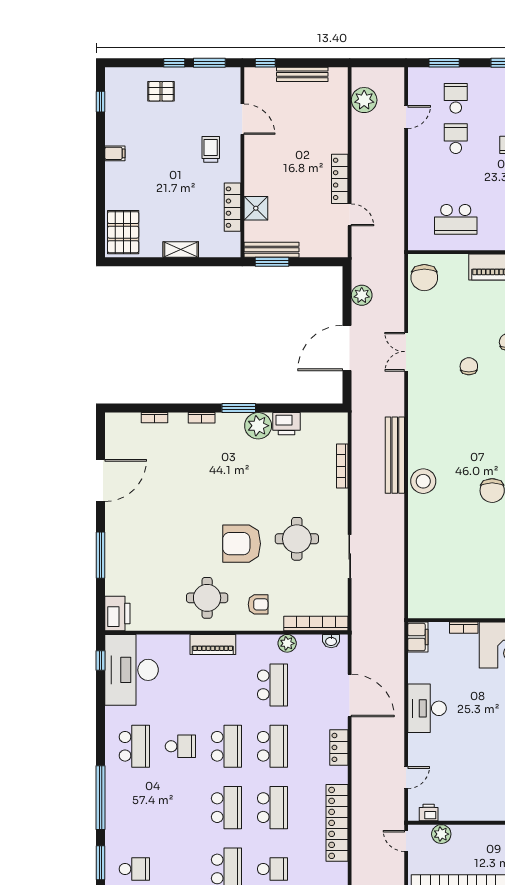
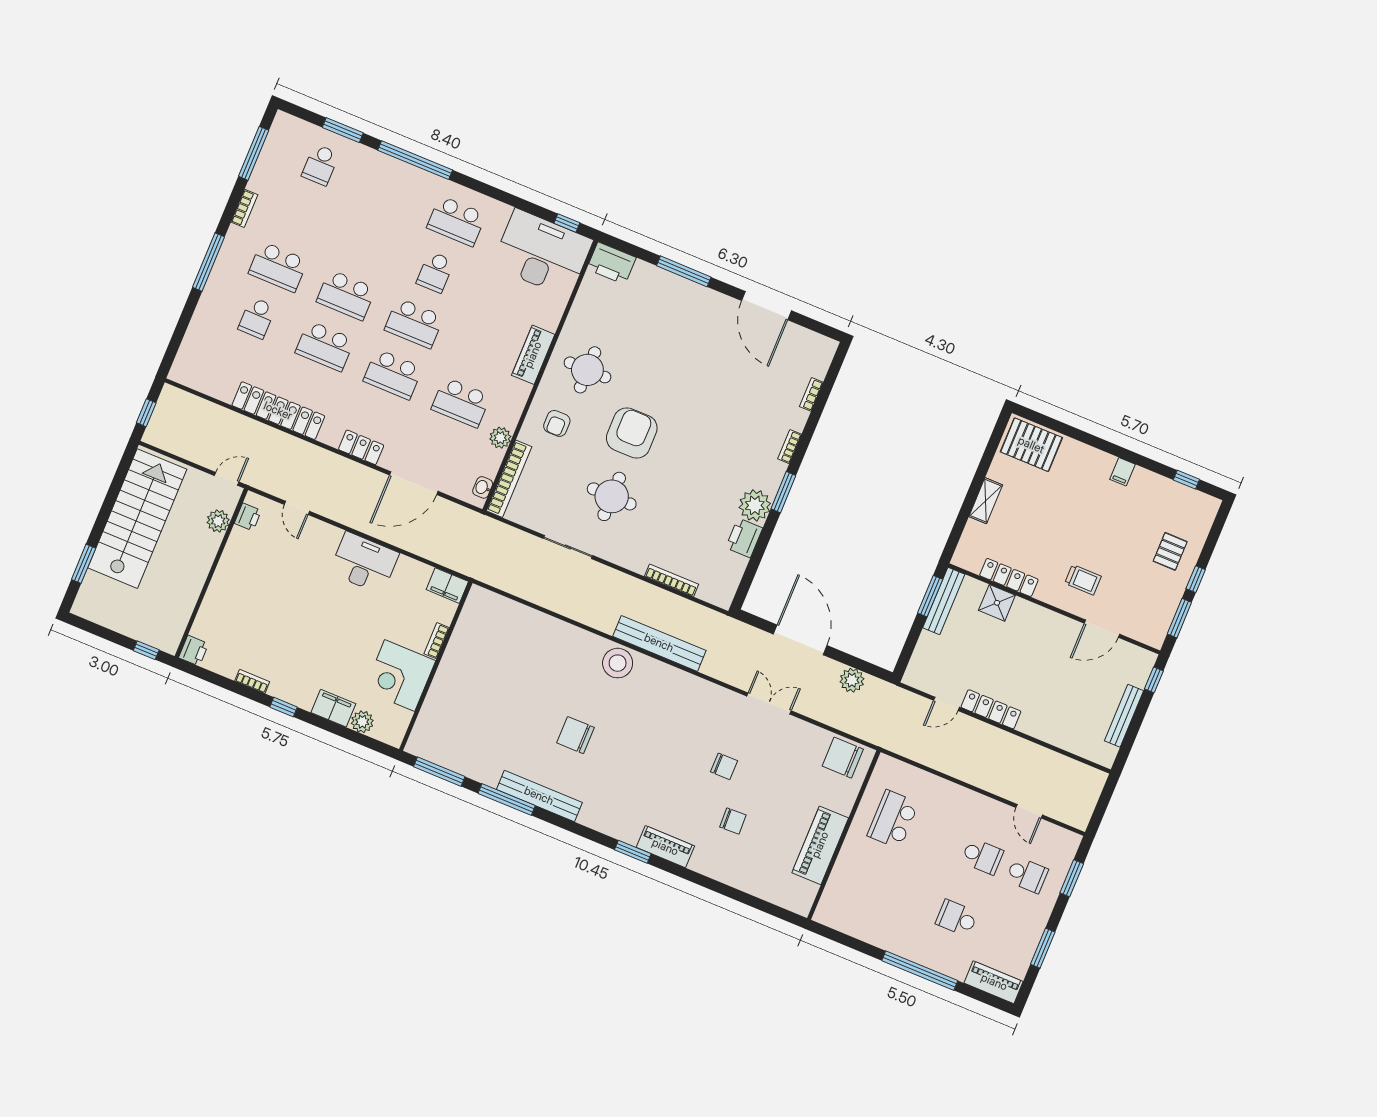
plant: (364, 100) -> (1067, 773), removed

